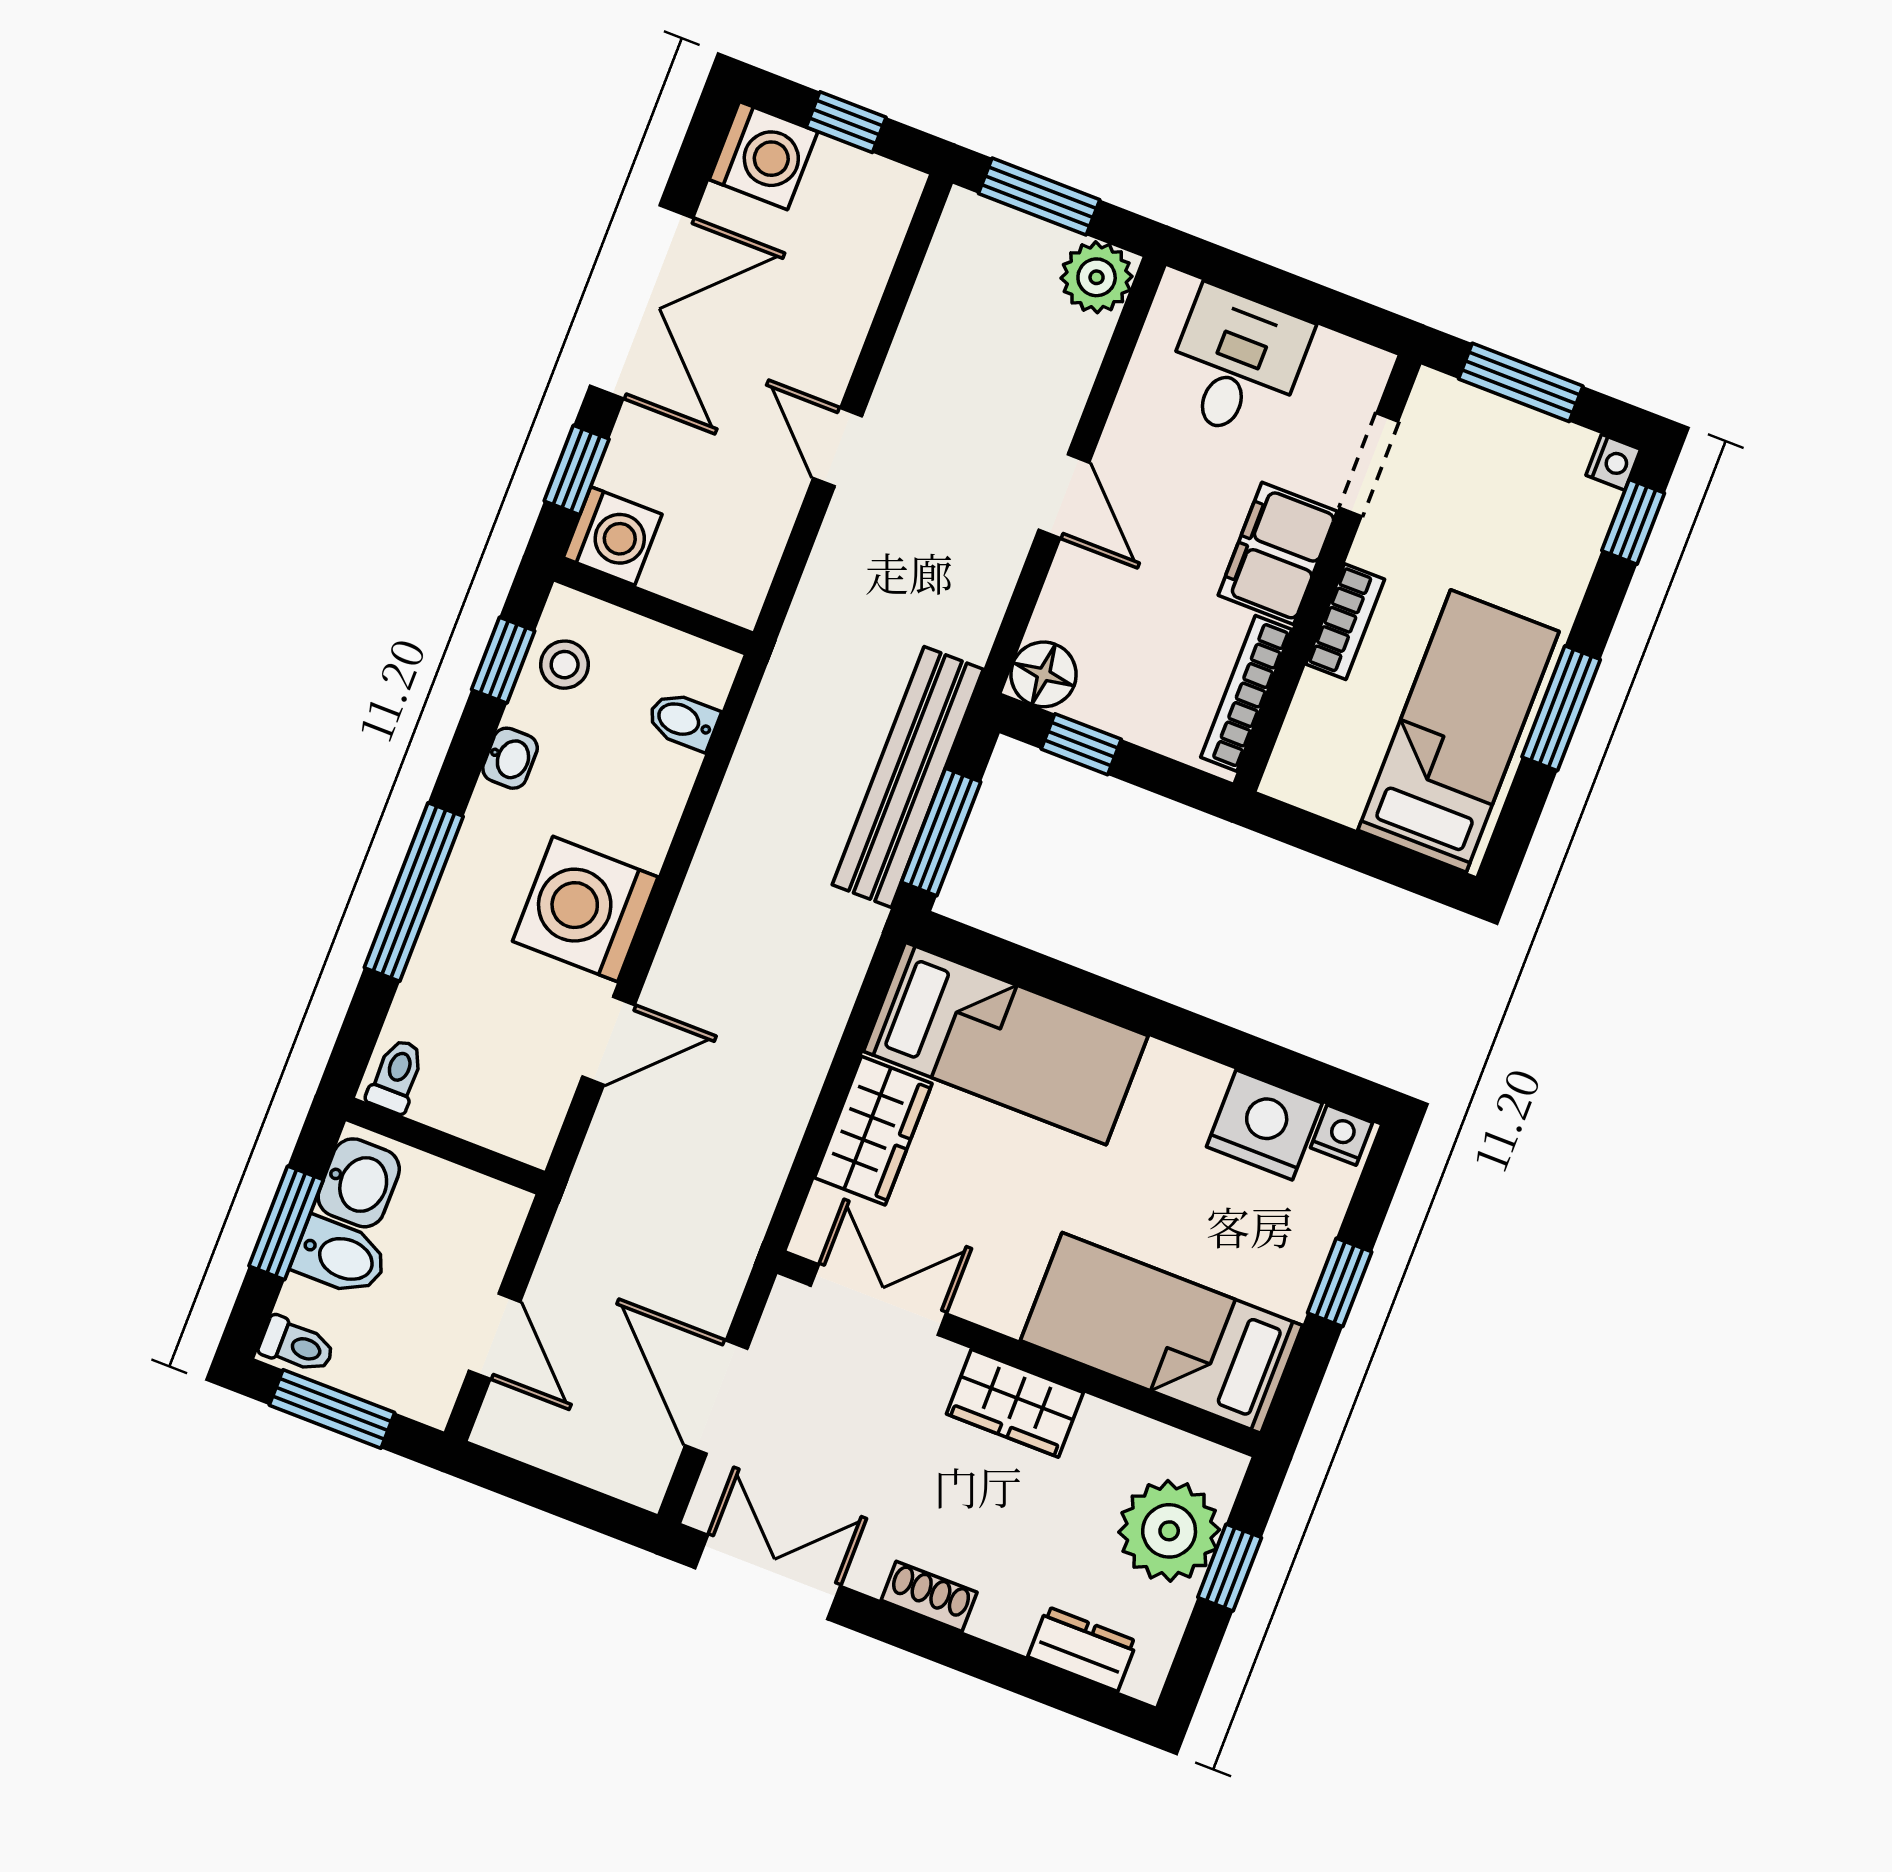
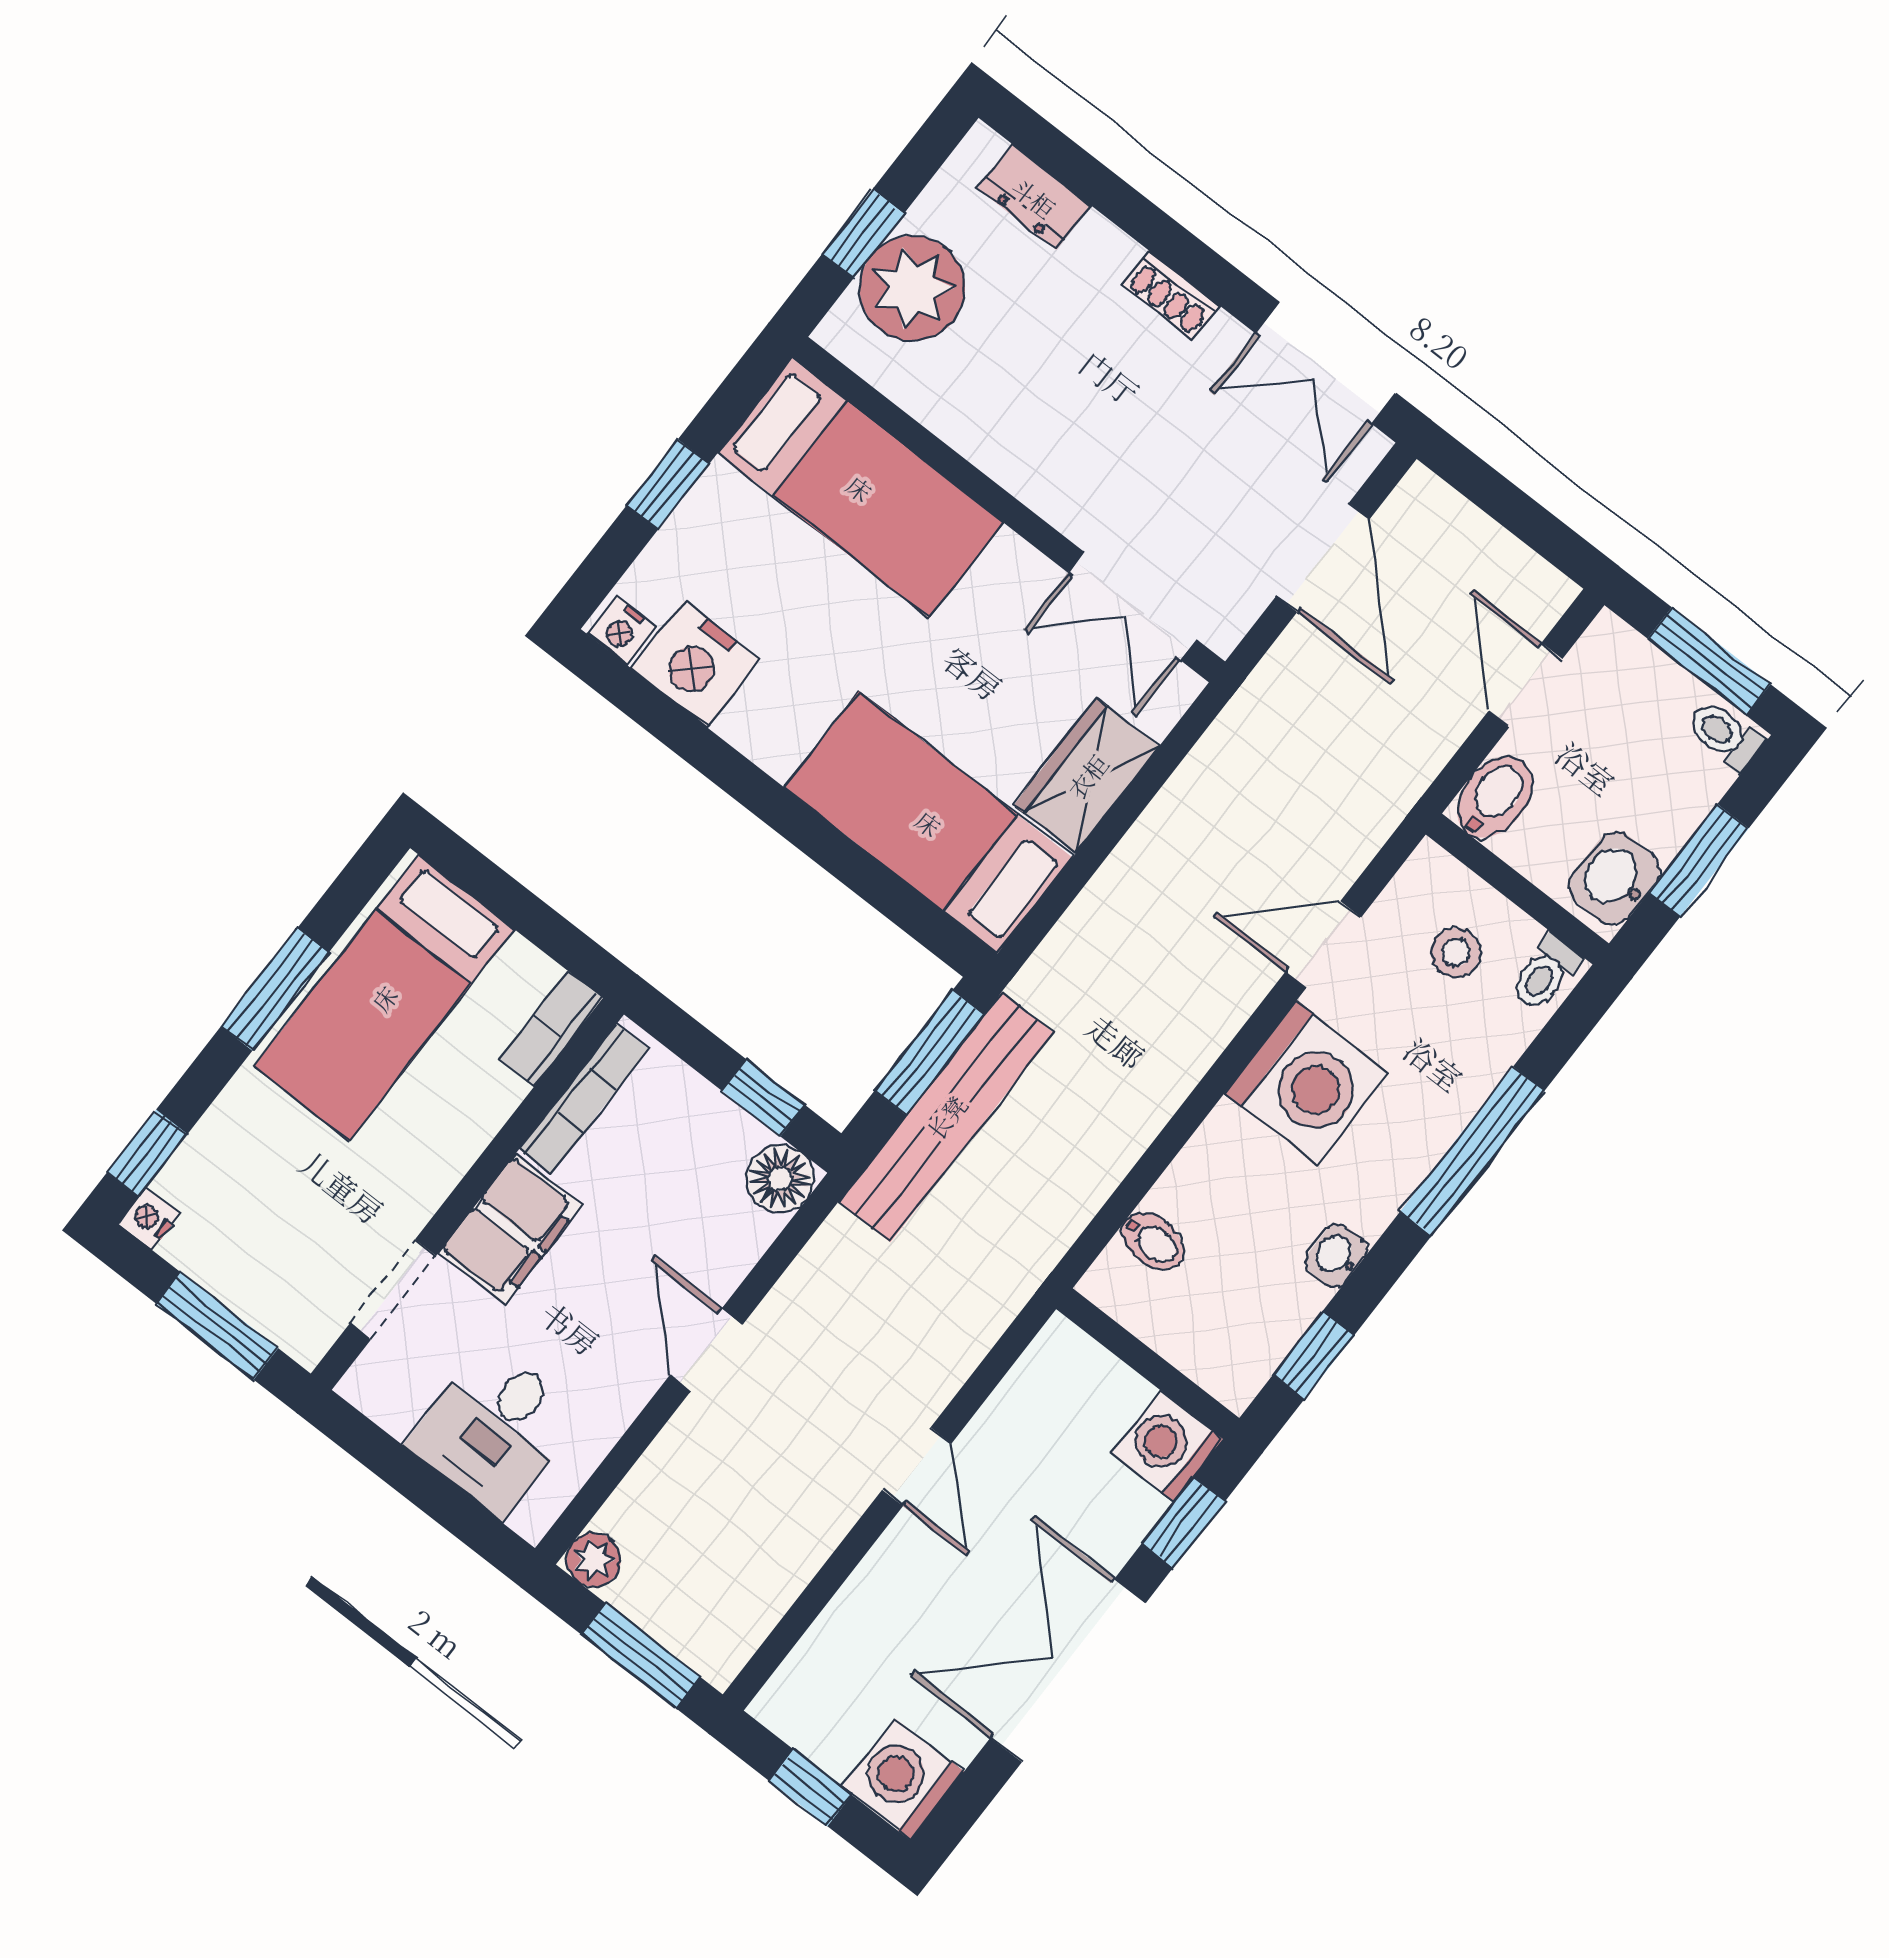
plant: (1097, 277) -> (594, 1560), width x0.73, depth x0.73
bookcase: (1345, 622) -> (551, 1029), moved
stool: (565, 665) -> (1456, 953), moved
bidet: (340, 1257) -> (1494, 797), moved, turned 90
wardrobe: (1015, 1403) -> (1027, 462), removed

